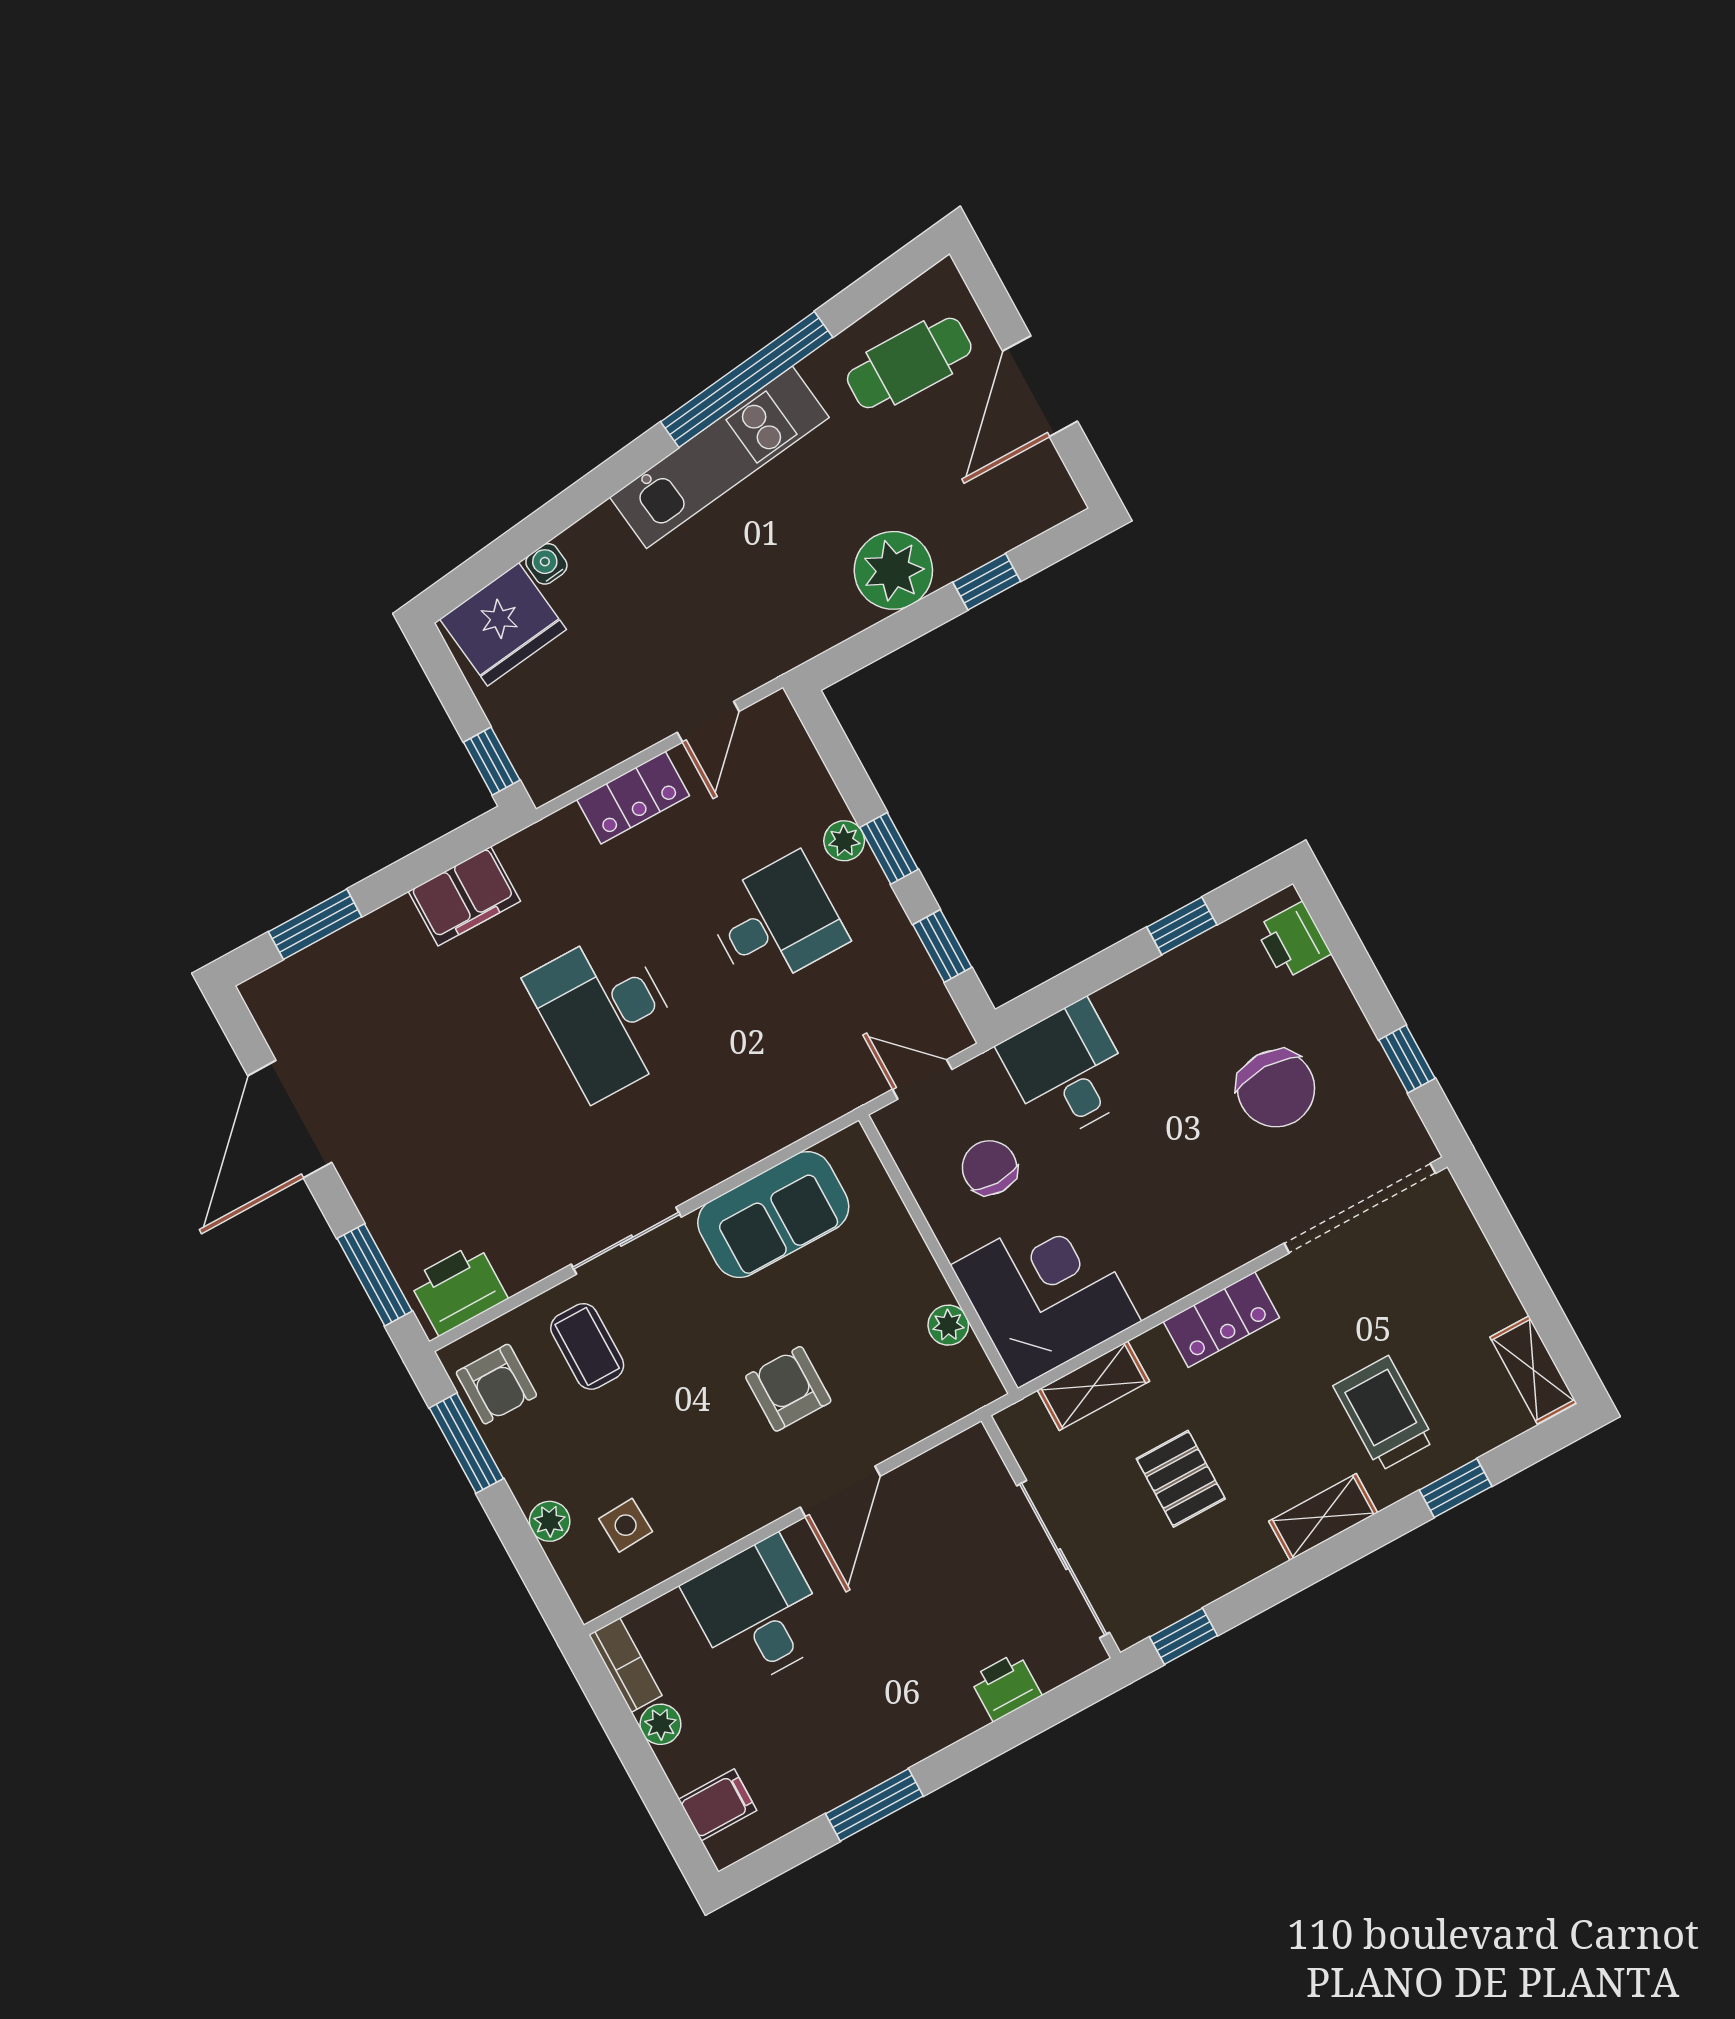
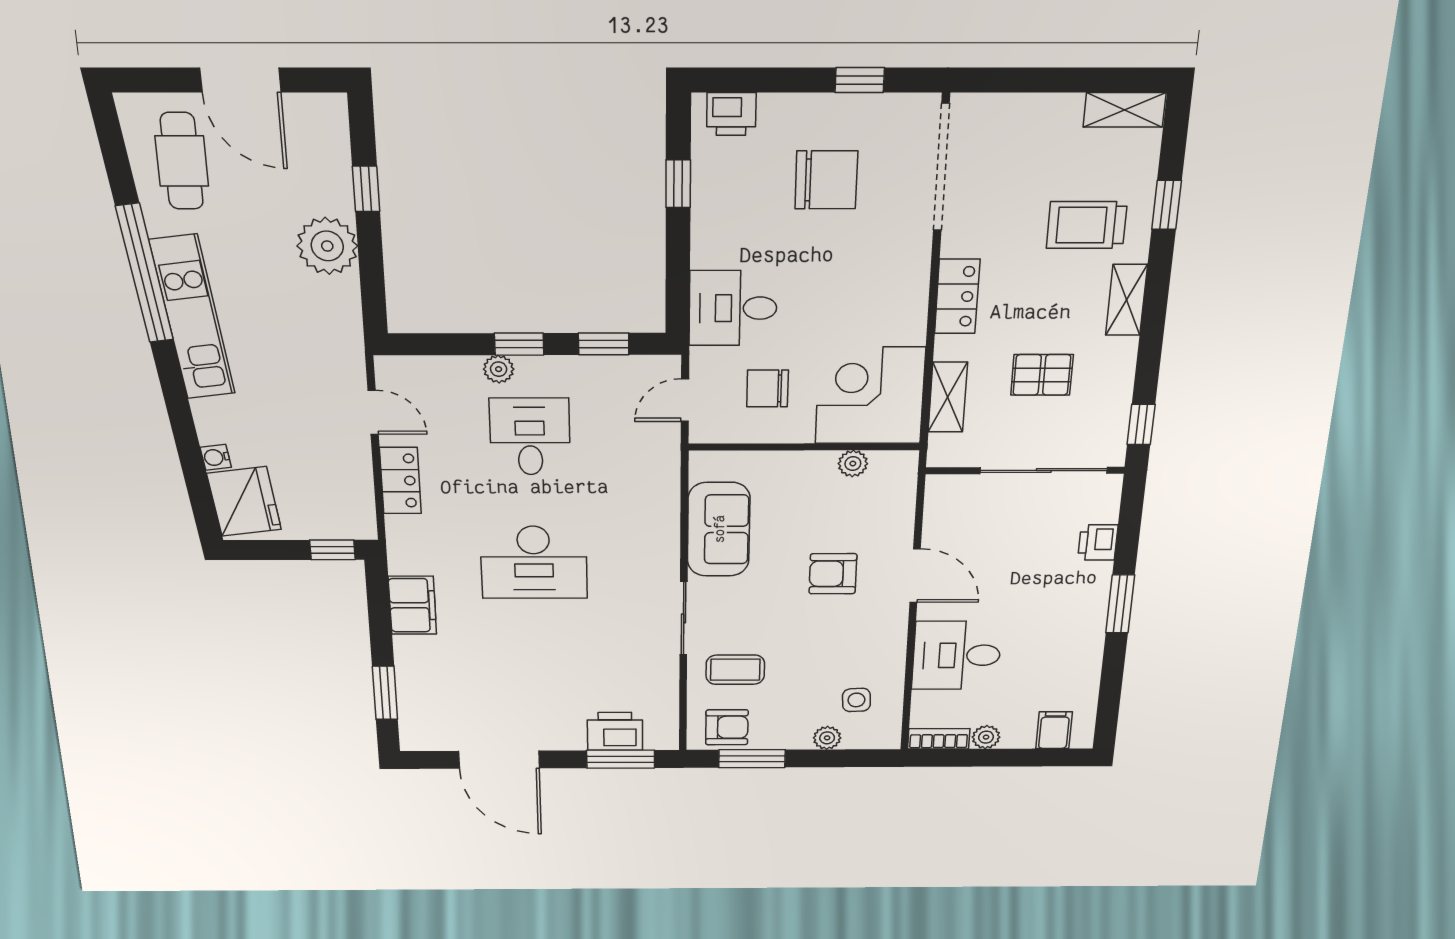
printer: (458, 1289) -> (615, 731), moved, turned 90
window: (874, 1805) -> (1120, 604), moved

